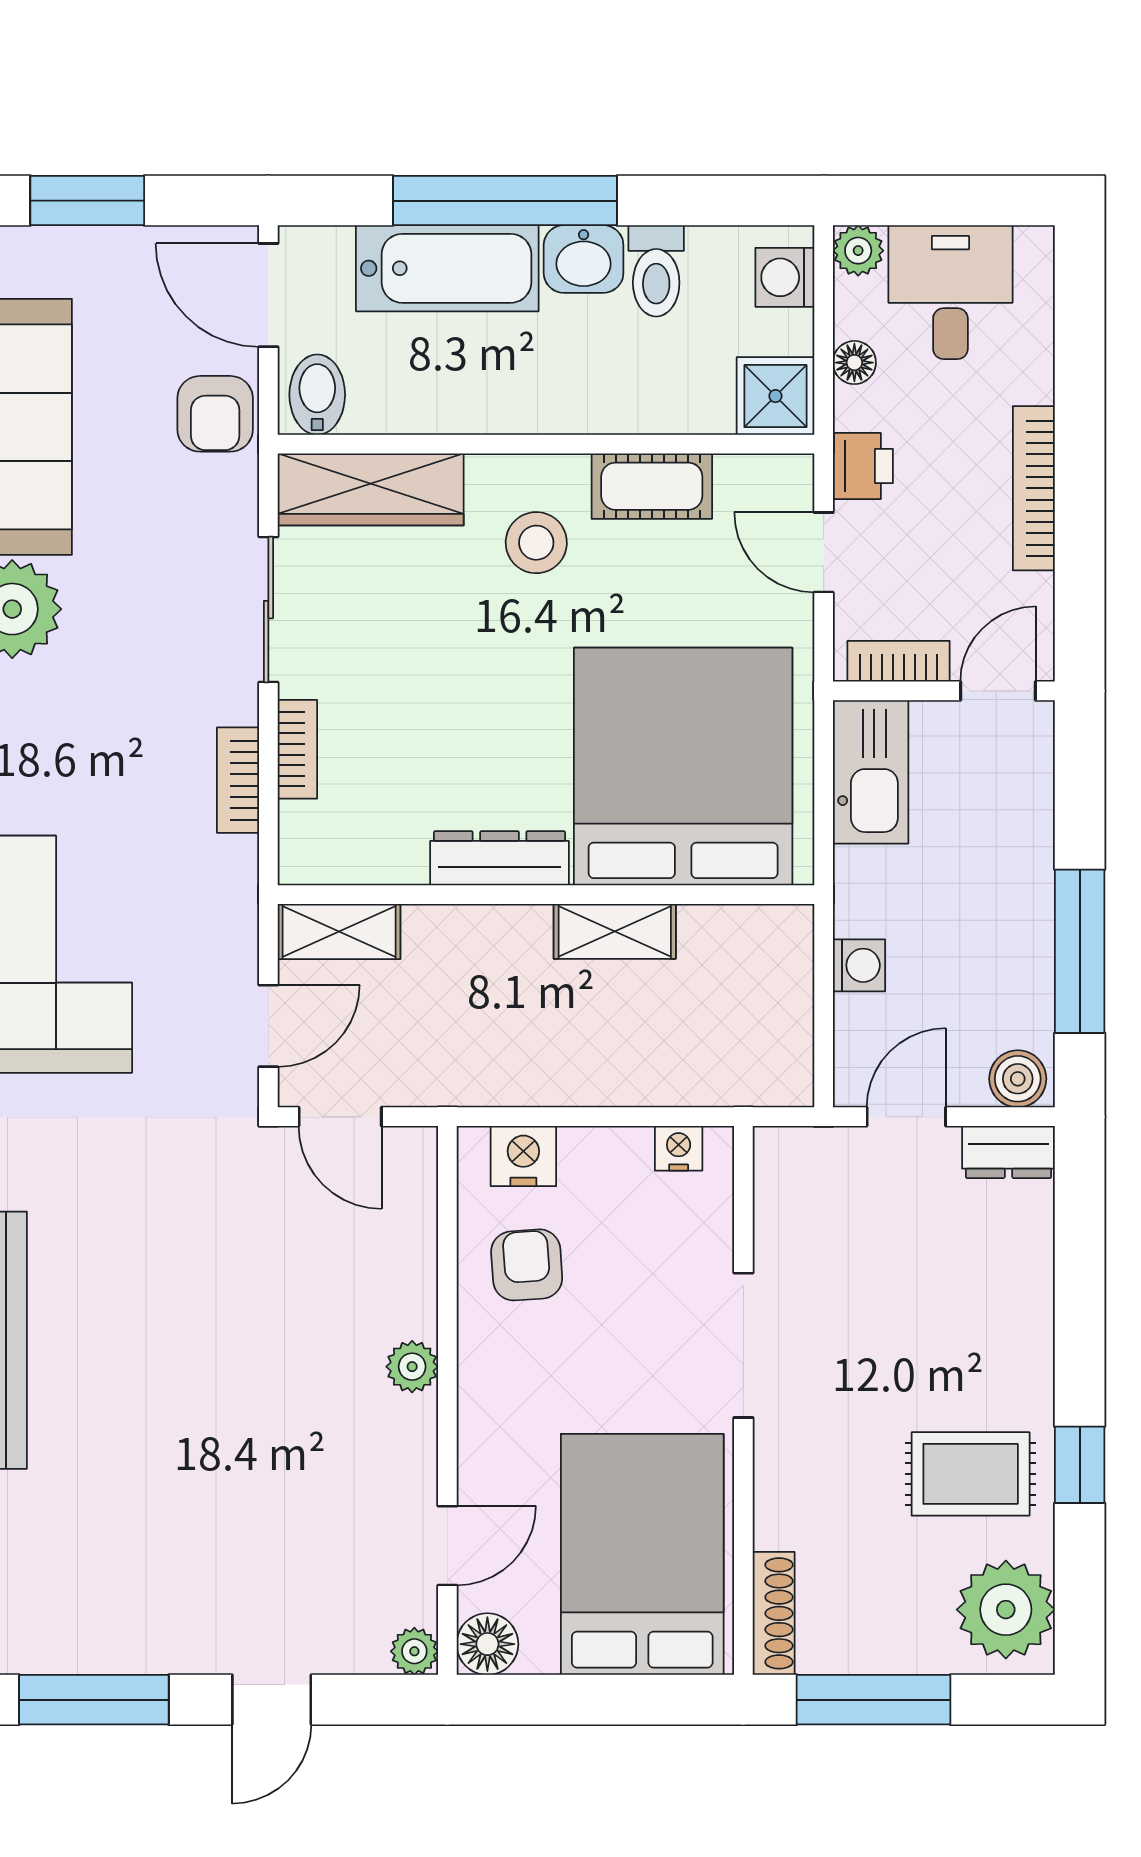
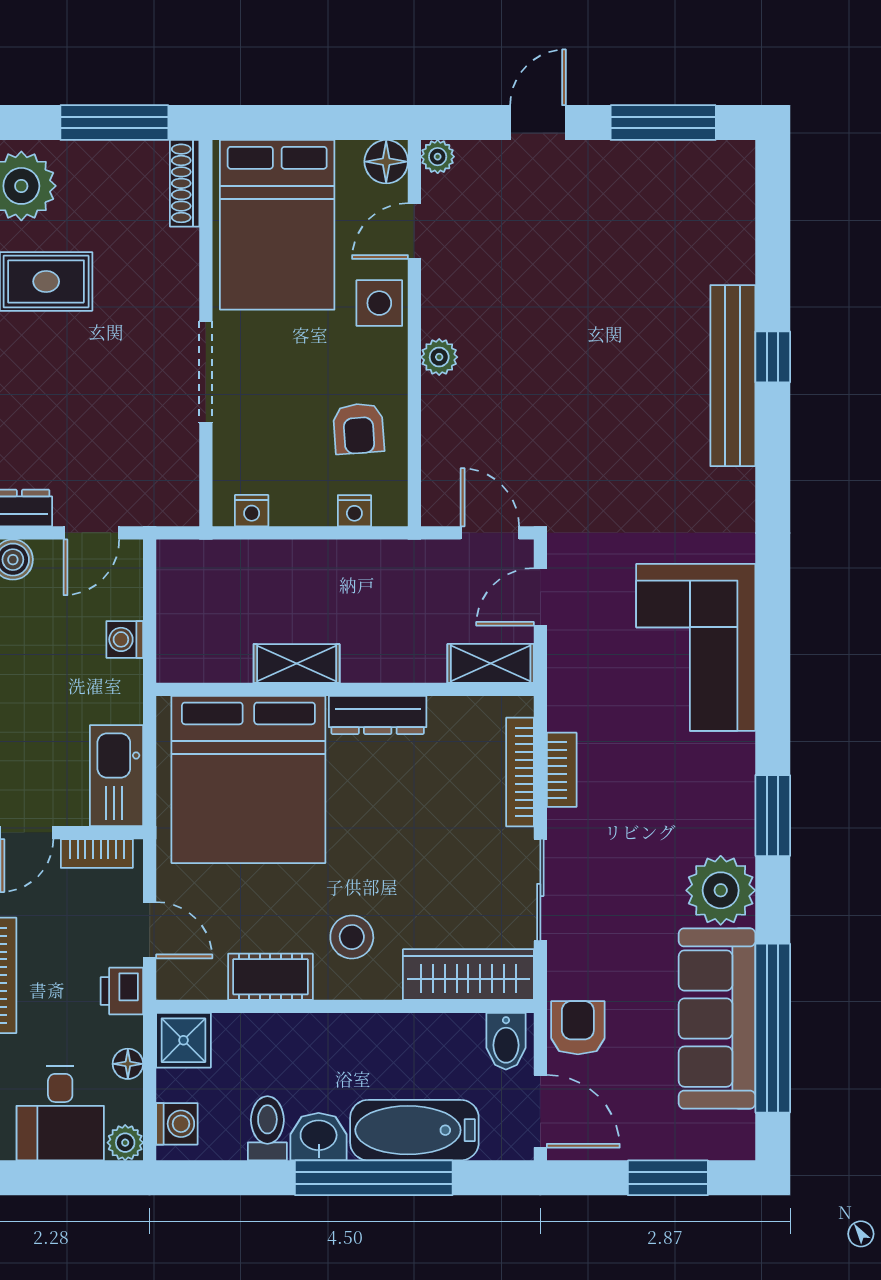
bookcase: (297, 749) -> (520, 772), width x1.56
nightstand: (523, 1156) -> (354, 511), width x0.72, depth x0.74
side table: (497, 1443) -> (379, 303), added

